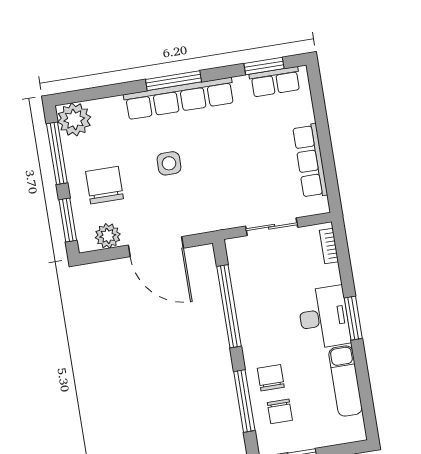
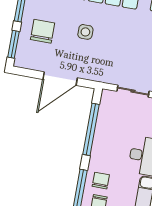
plant: (108, 236) -> (34, 62), removed
door: (156, 247) -> (60, 79), hinge flipped

